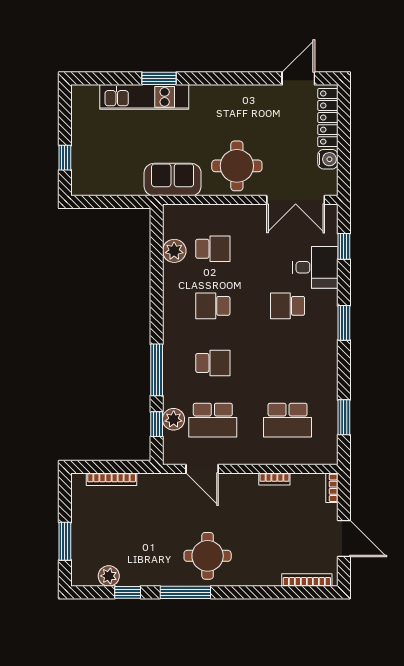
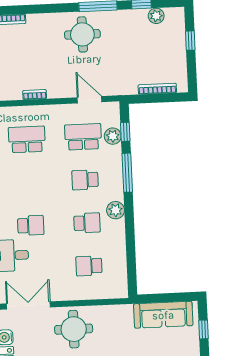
sofa: (173, 180) -> (163, 315), moved, width x1.36
plant: (174, 251) -> (116, 210), moved
window: (65, 541) -> (190, 41), width x0.67

